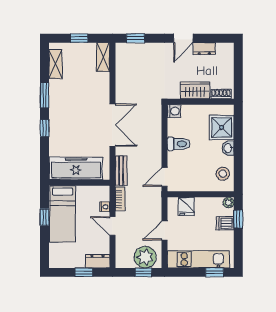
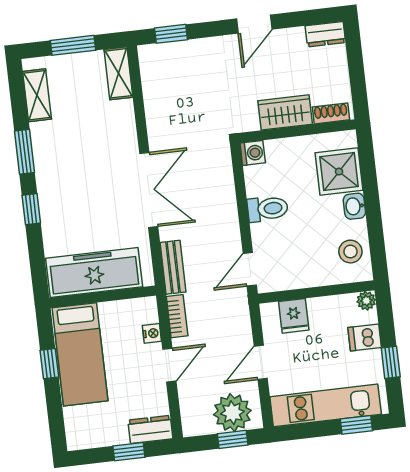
window: (79, 38) -> (73, 45), width x1.50
dresser: (204, 49) -> (325, 34), moved
window: (238, 219) -> (391, 362), moved
door: (112, 226) -> (169, 365), swing flipped

